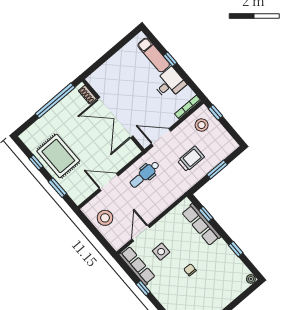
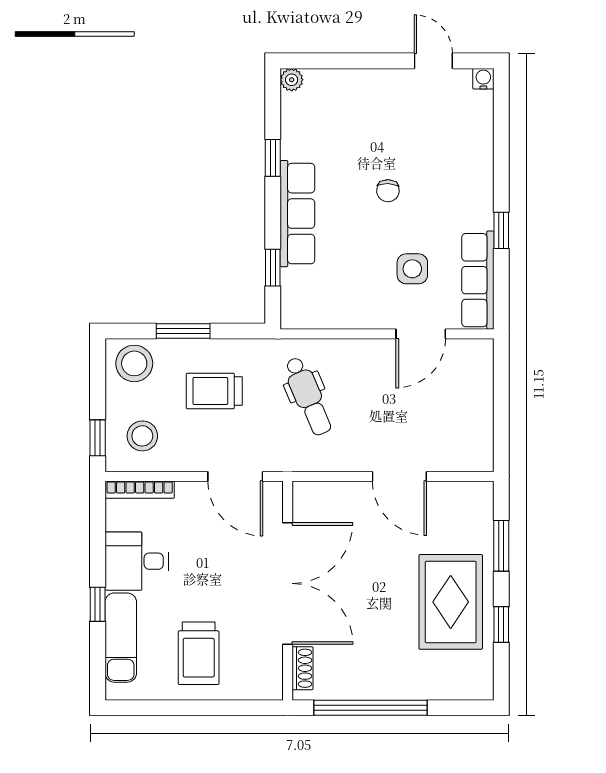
trolley: (125, 71) -> (199, 653), added
dental chair: (145, 174) -> (308, 396), moved, turned 67
stool: (105, 218) -> (134, 363), moved
row of seats: (201, 225) -> (297, 214), moved

